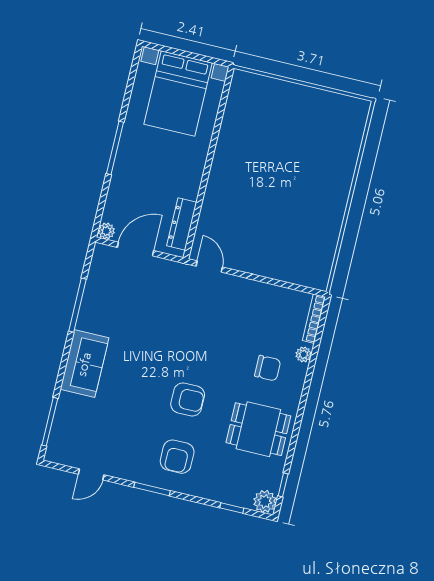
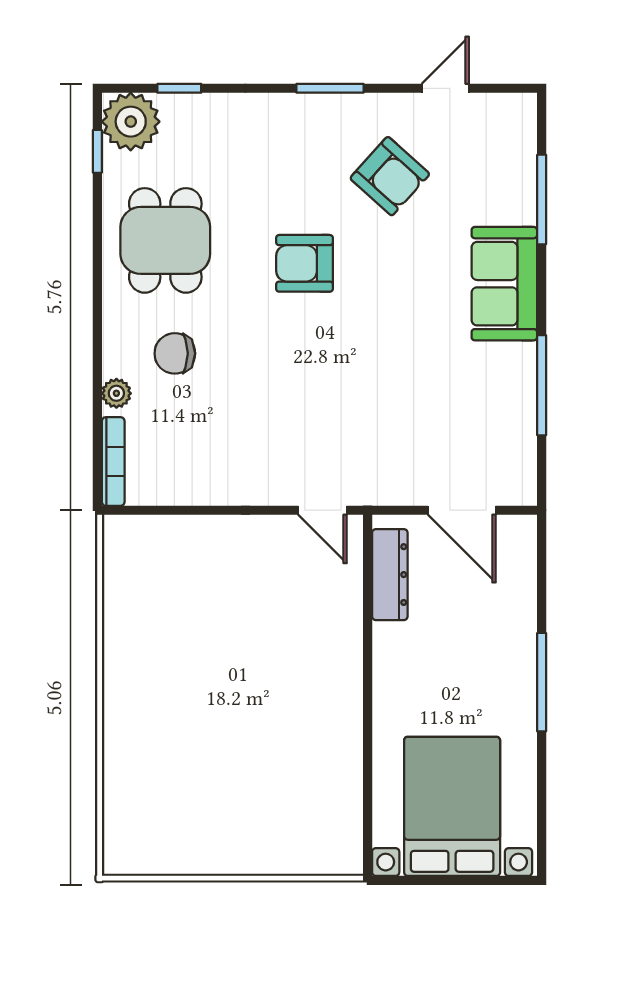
plant: (106, 231) -> (522, 530), removed
door: (135, 249) -> (462, 510), hinge flipped
window: (50, 422) -> (542, 200), moved
dining table: (258, 429) -> (165, 240), turned 90
armchair: (177, 457) -> (390, 176), moved, turned 132
plant: (265, 501) -> (131, 122), width x1.36, depth x1.36

